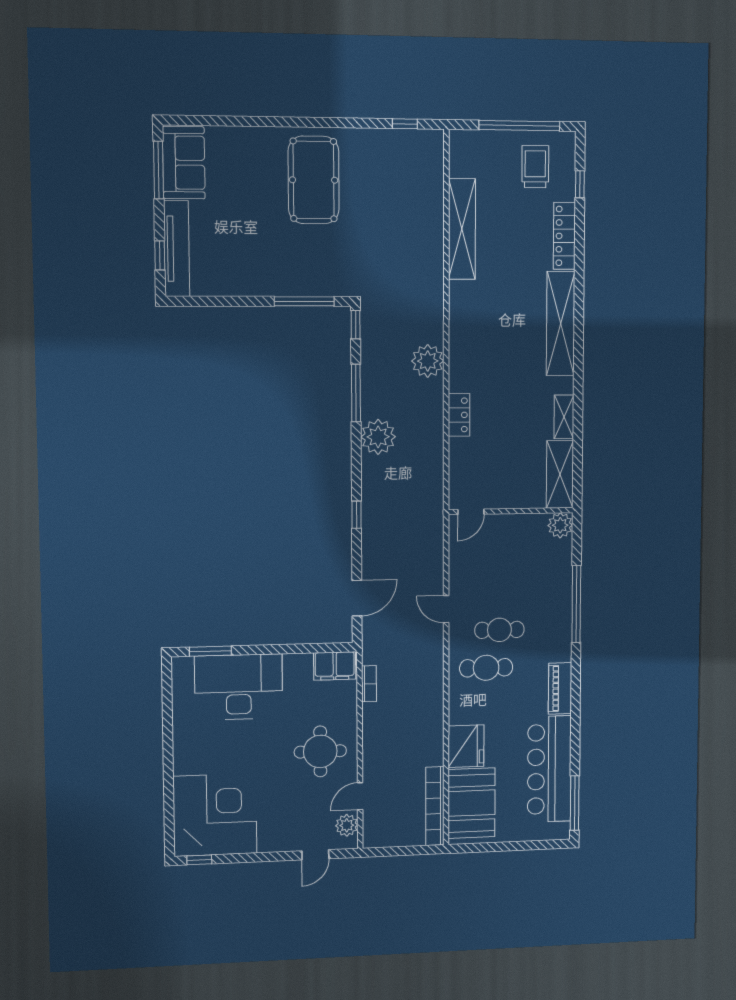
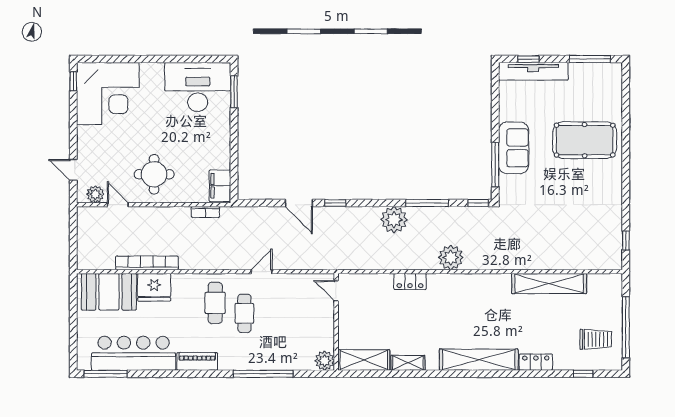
sofa: (184, 163) -> (514, 148), moved, turned -90
pool table: (314, 180) -> (585, 140), moved
locker: (564, 236) -> (536, 362), width x0.66
door: (357, 598) -> (299, 203), moved
desk: (239, 687) -> (198, 87), moved, turned -90
bookcase: (435, 806) -> (147, 263), moved

